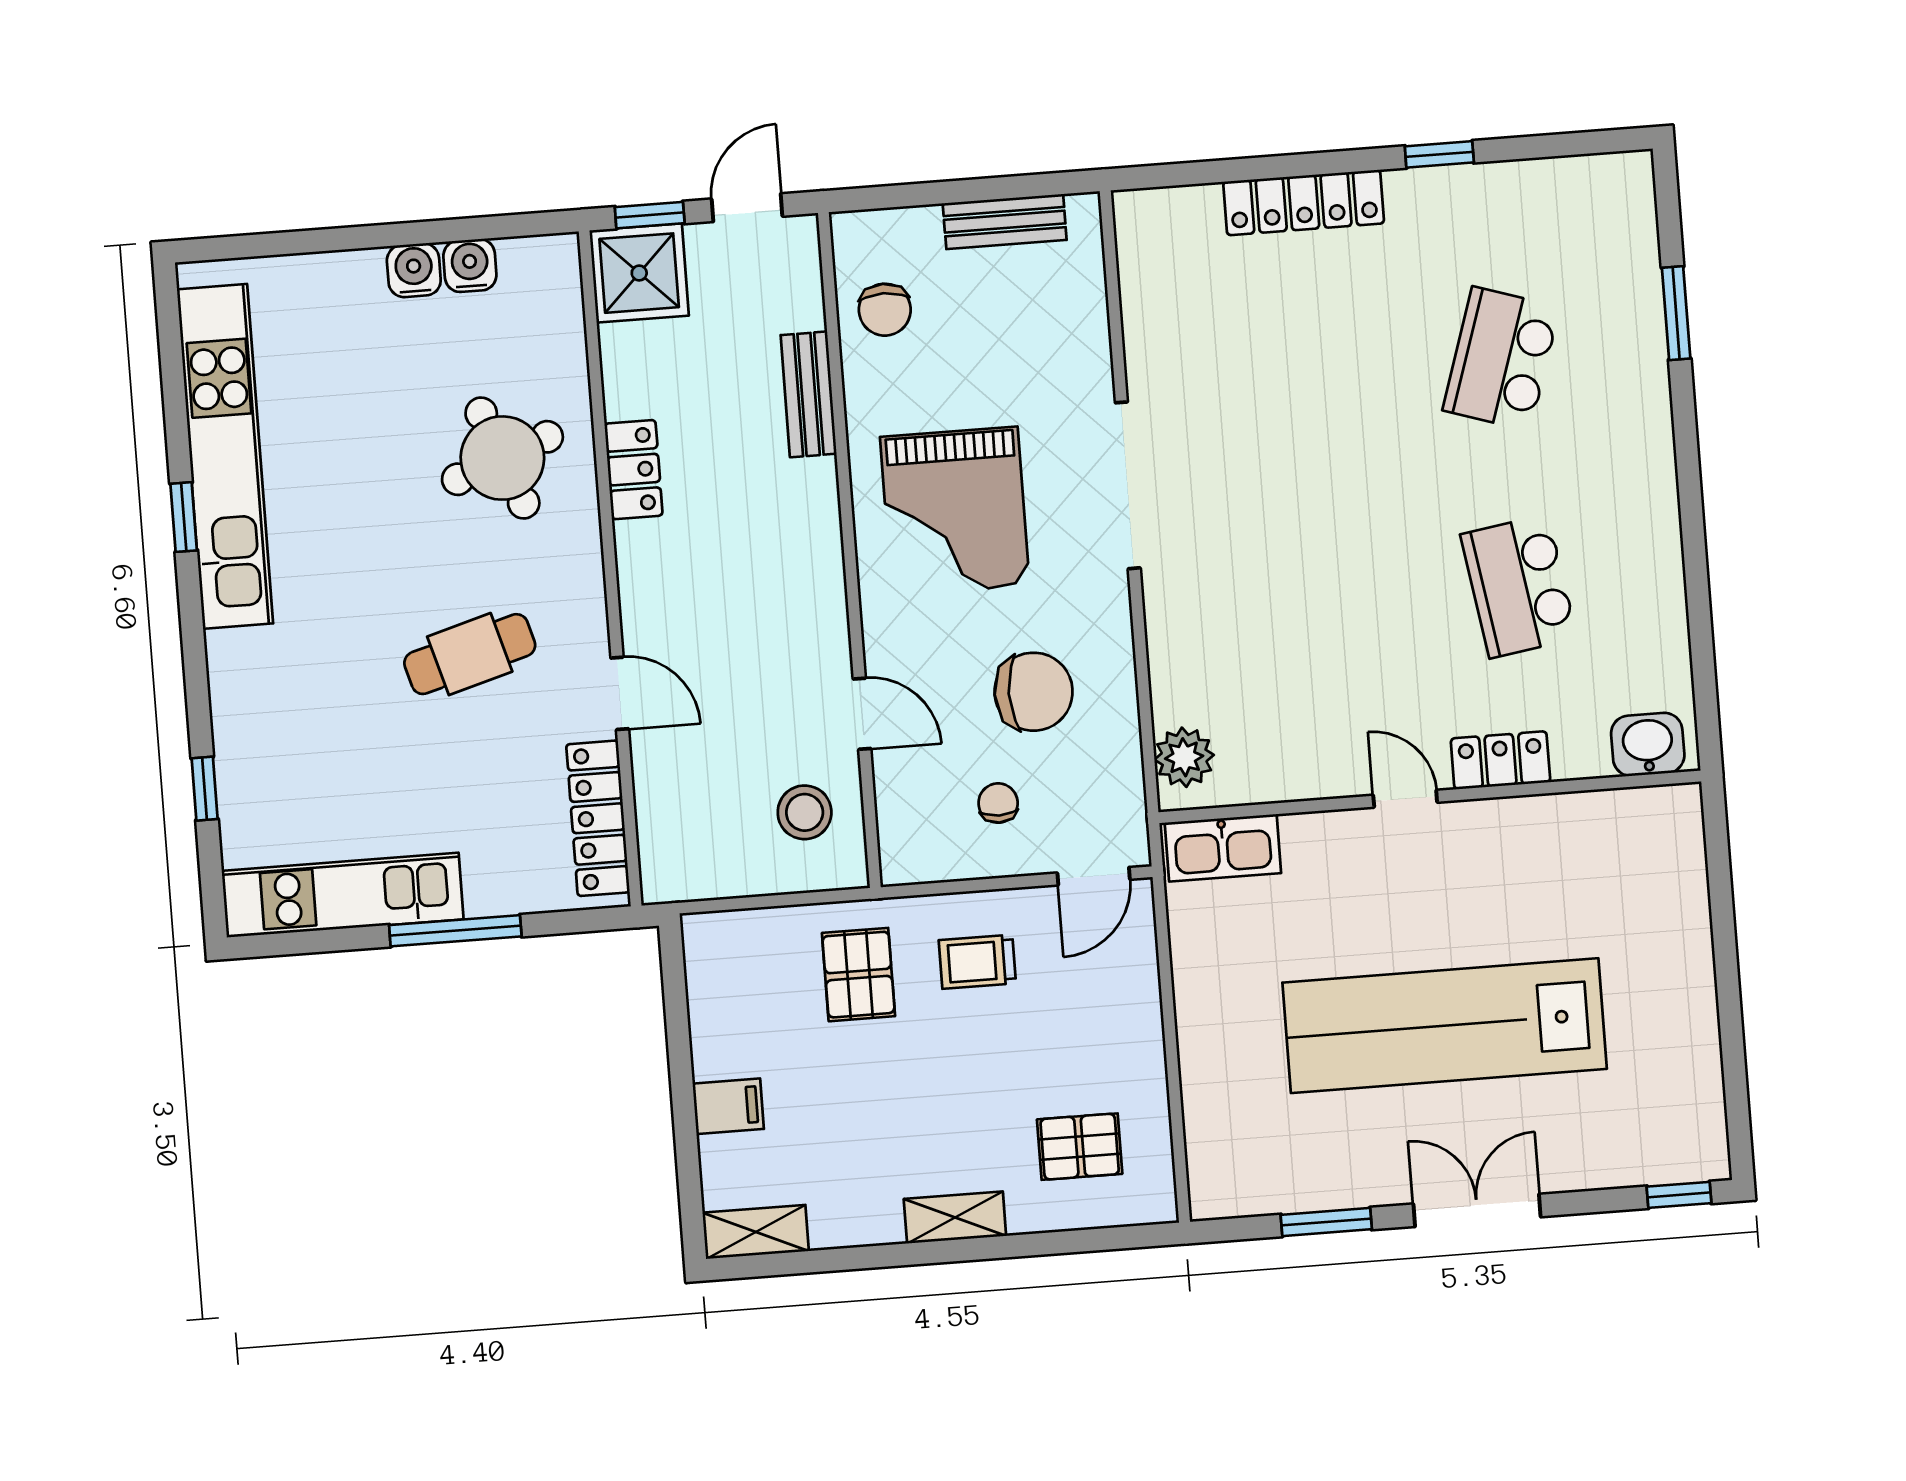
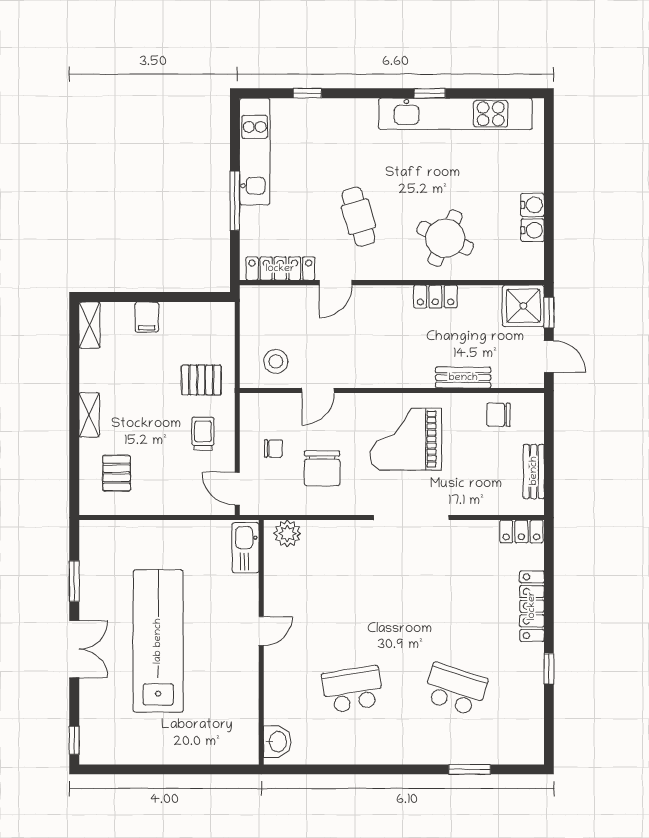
round table: (502, 458) -> (445, 238), turned 45
locker: (1500, 760) -> (521, 532), moved, turned 90

